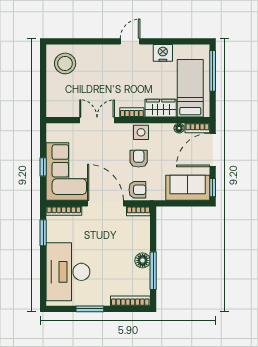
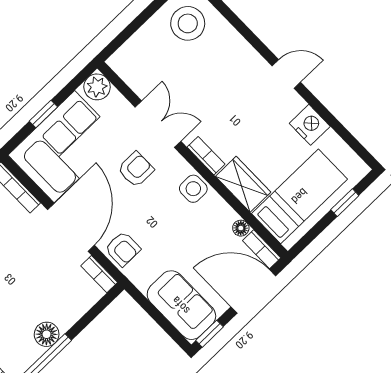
window: (213, 71) -> (345, 203), width x0.46
plant: (54, 131) -> (97, 87), added
armchair: (139, 159) -> (136, 169), moved

